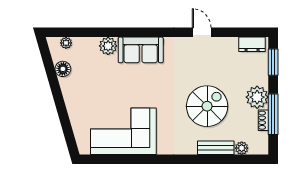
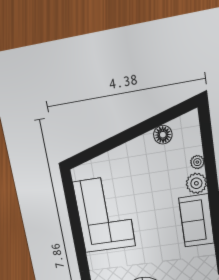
plant: (66, 43) -> (197, 162), moved

